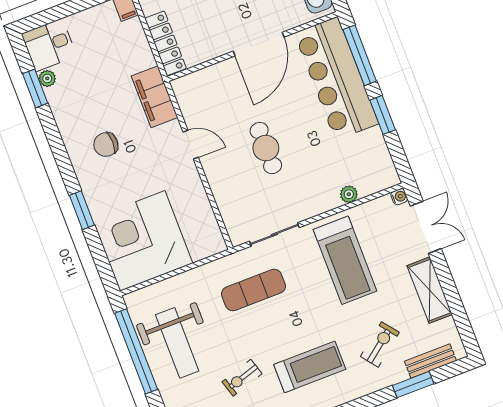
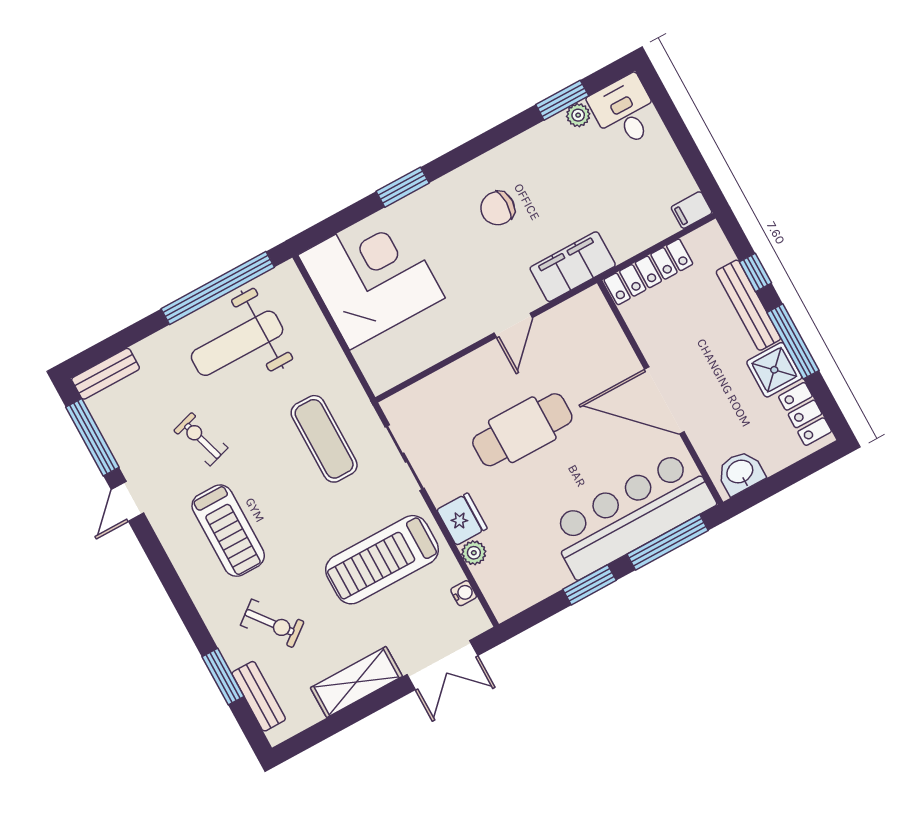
chair: (106, 145) -> (498, 208), turned -90
cafe table: (266, 148) -> (522, 430), width x1.37, depth x1.35
water cooler: (399, 197) -> (464, 593), moved, turned -90
fridge: (324, 200) -> (462, 519), added

